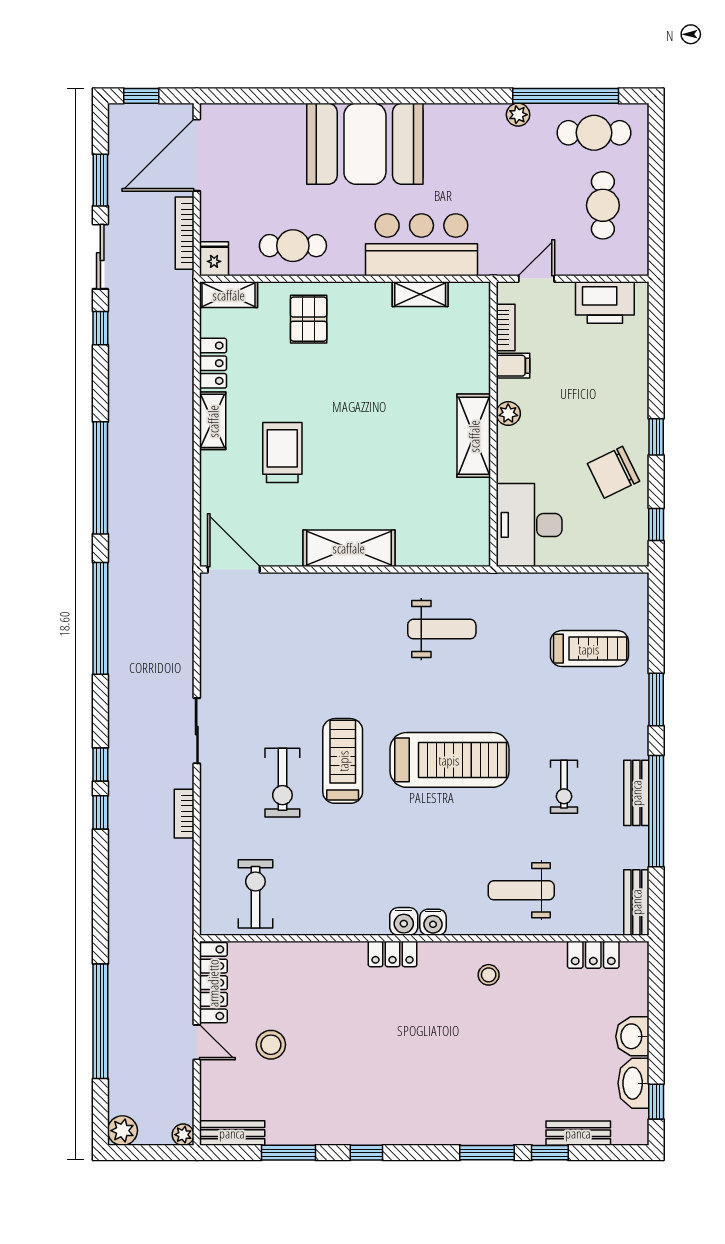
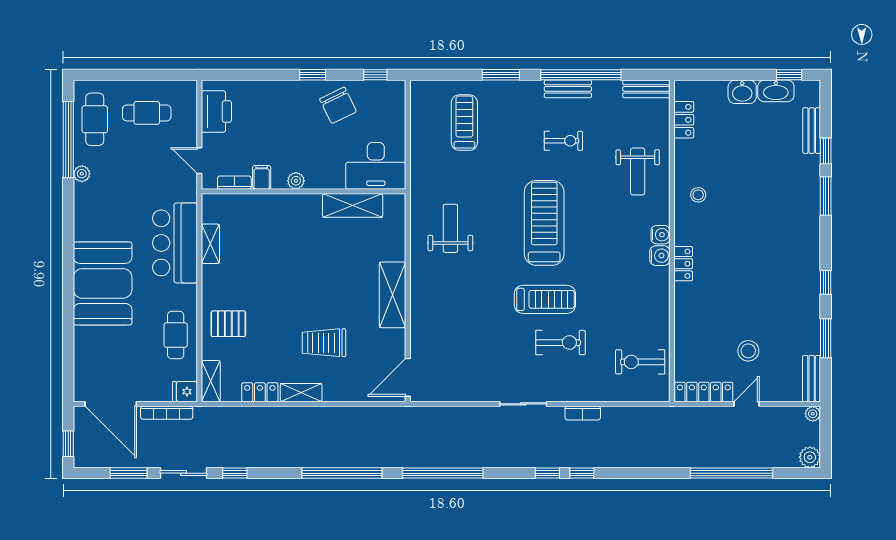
shelving: (474, 436) -> (353, 205), moved
treadmill: (343, 761) -> (545, 299), turned 180

